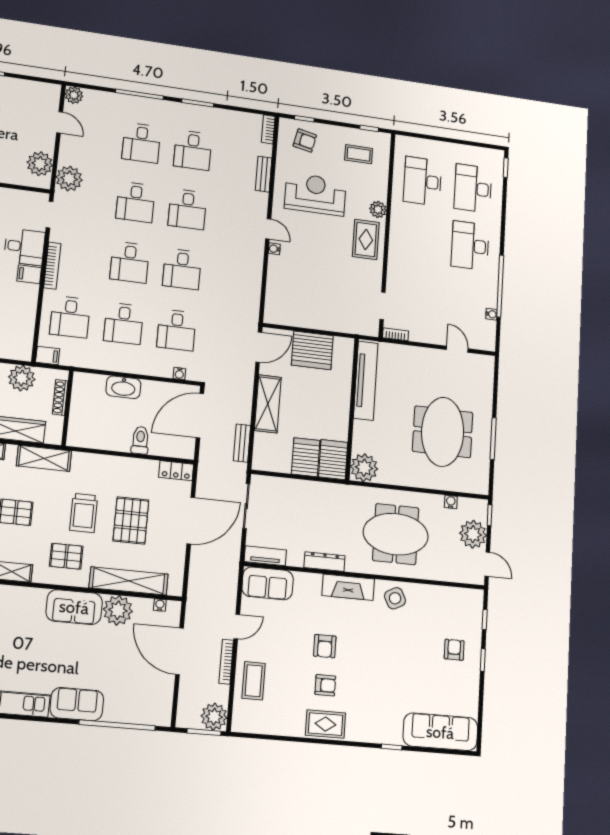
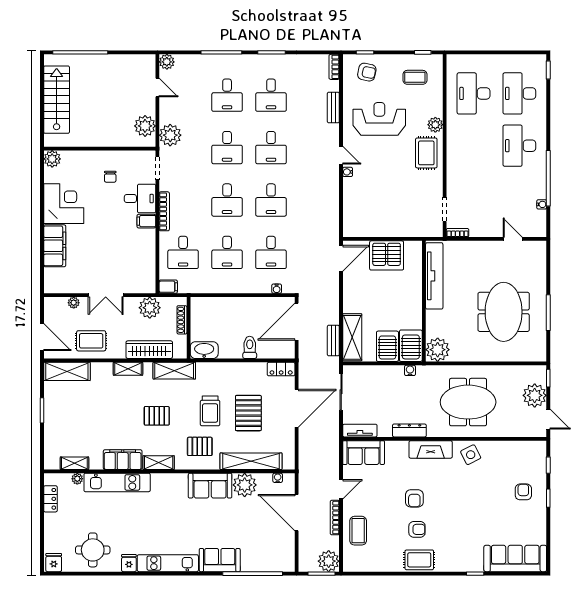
washbasin: (123, 387) -> (204, 350), moved, turned 180
shelving: (268, 404) -> (352, 337), moved
water cooler: (451, 502) -> (410, 370), moved

